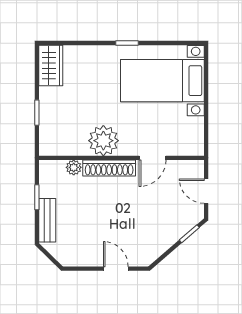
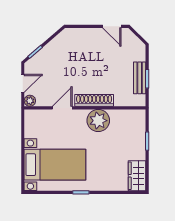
plant: (74, 167) -> (30, 101), moved
door: (206, 191) -> (23, 83), hinge flipped
bench: (47, 220) -> (140, 78), moved
door: (116, 269) -> (112, 26), moved

